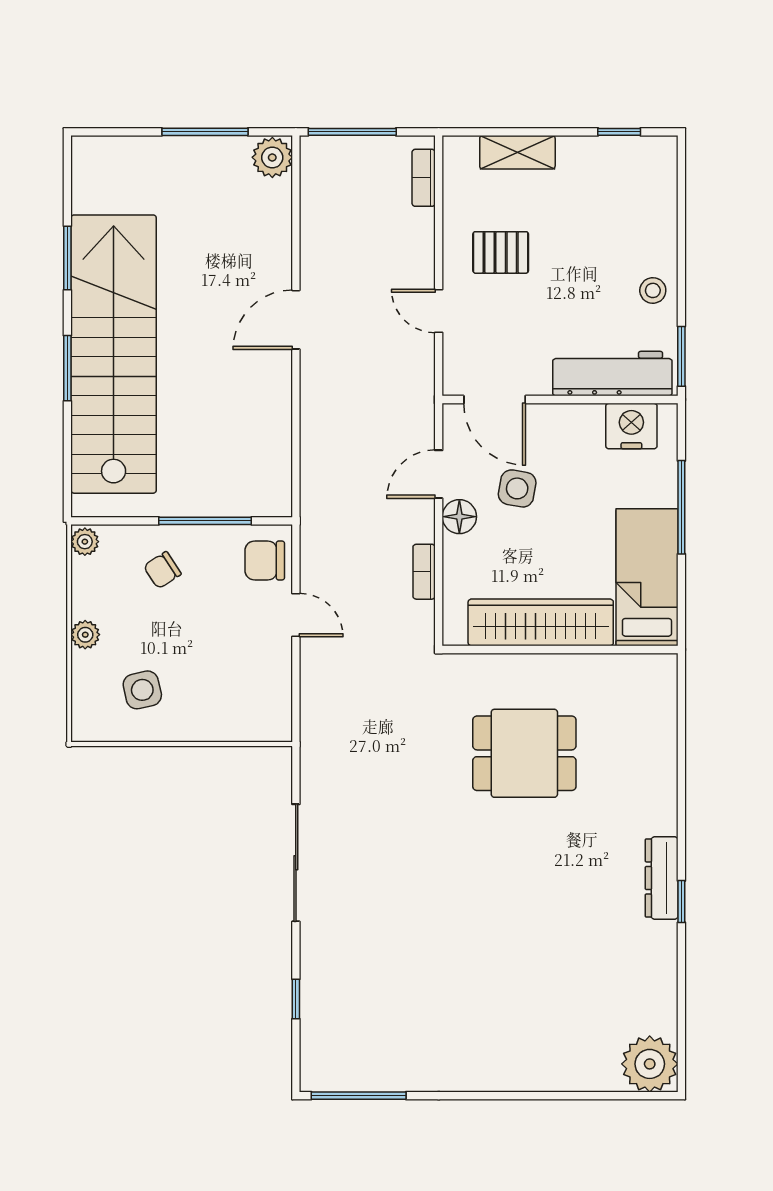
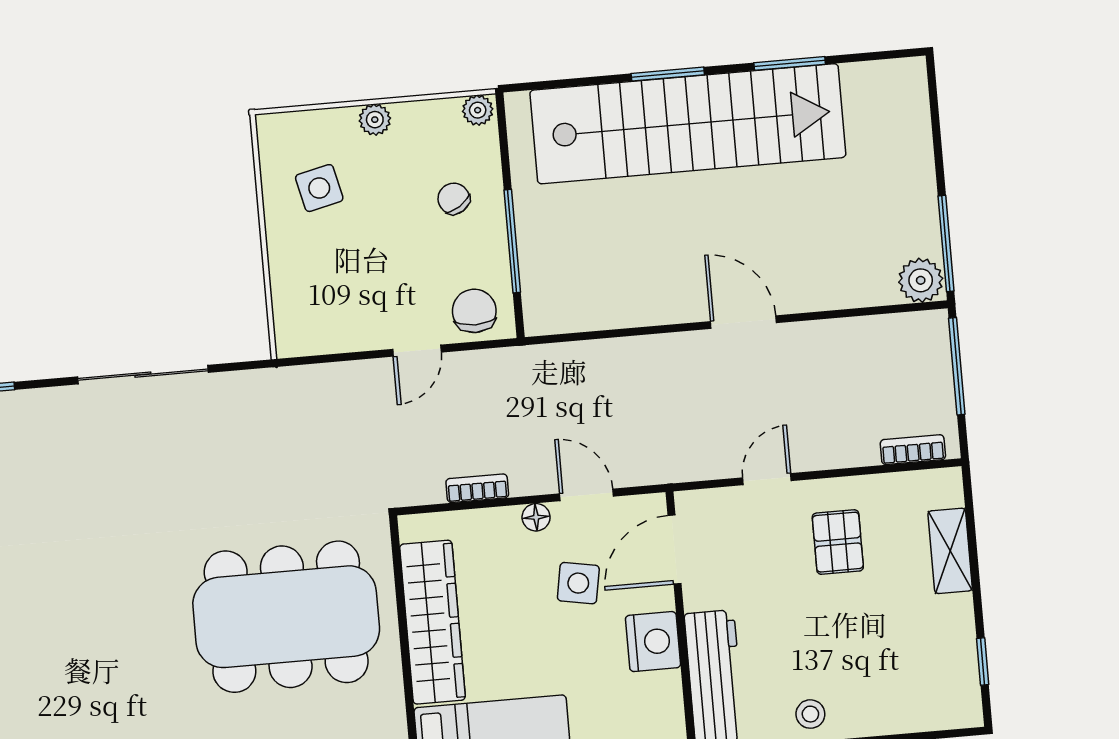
window: (205, 132) -> (946, 244), moved
nightstand: (631, 426) -> (653, 642), moved
floor lamp: (459, 517) -> (536, 517), width x0.73, depth x0.73
dining table: (524, 753) -> (286, 617), width x1.88, depth x1.24

